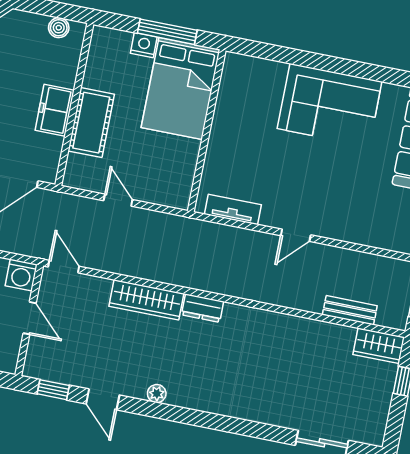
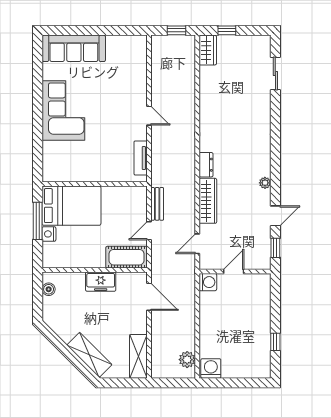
cot: (91, 123) -> (127, 257), moved
door: (64, 267) -> (197, 244), moved
bench: (350, 310) -> (157, 204), moved

